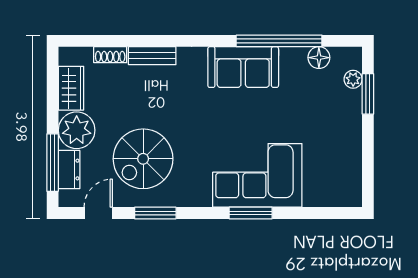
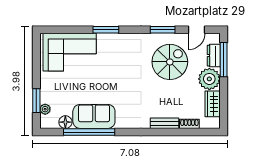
sofa: (243, 67) -> (94, 116), moved
corner sofa: (257, 175) -> (70, 52), moved

